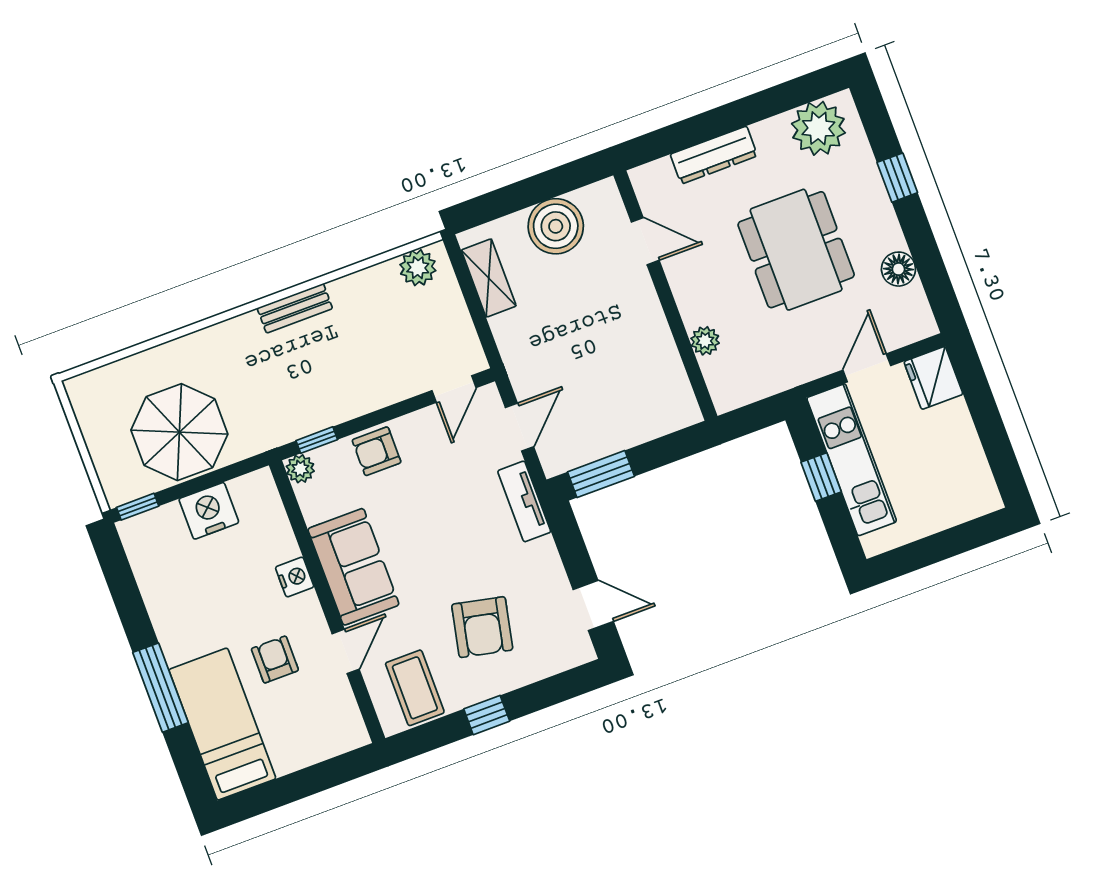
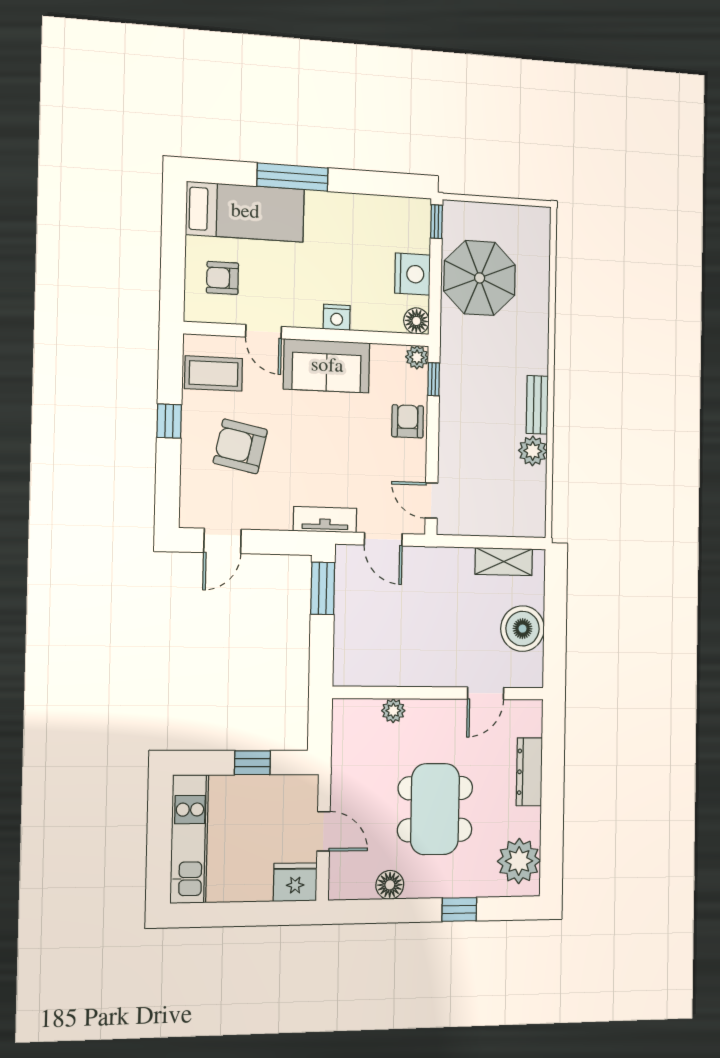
dining table: (796, 250) -> (435, 809), turned 90
plant: (418, 268) -> (533, 451), moved
kitchen unit: (852, 460) -> (189, 839), moved, turned -90
floor lamp: (260, 485) -> (416, 321), added
armchair: (275, 660) -> (222, 278), moved, turned 180

